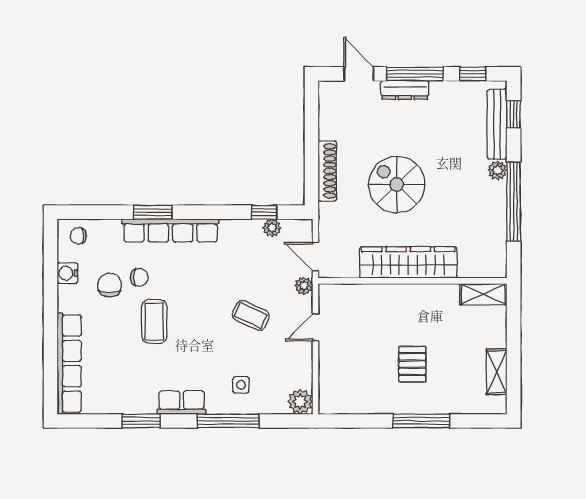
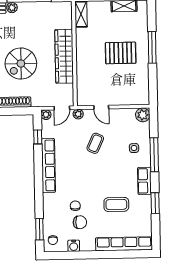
window: (153, 212) -> (39, 229), moved
plant: (272, 228) -> (46, 115), moved
row of seats: (170, 230) -> (48, 165), moved
chair: (109, 285) -> (80, 222), turned 180
coffee table: (154, 322) -> (116, 204), moved
pallet: (412, 364) -> (121, 53), width x1.50, depth x1.42

